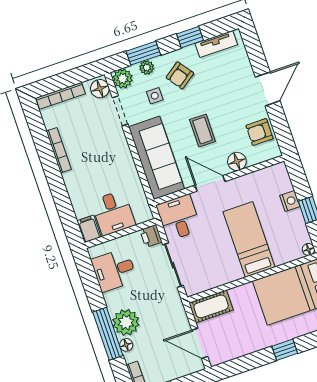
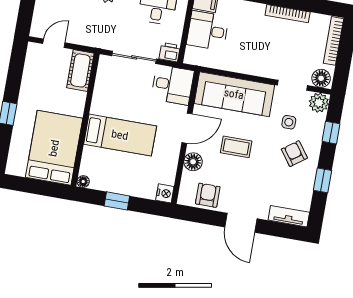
tv unit: (216, 44) -> (289, 216), moved, turned 90
window: (143, 53) -> (331, 133), width x0.67
plant: (147, 67) -> (317, 129), removed
nightstand: (290, 201) -> (165, 193), moved, turned -90
door: (200, 343) -> (54, 43), width x0.73

